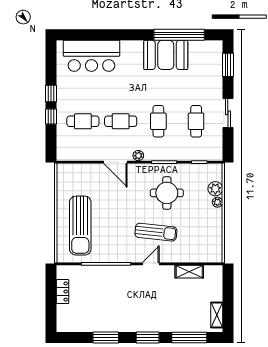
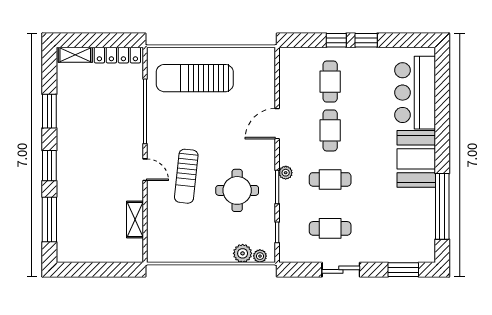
booth: (166, 55) -> (416, 159), moved
plant: (138, 156) -> (286, 173), moved
plant: (217, 202) -> (260, 256), moved
locker: (63, 292) -> (117, 55), width x1.53
shelving: (217, 315) -> (75, 55), moved

